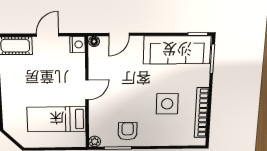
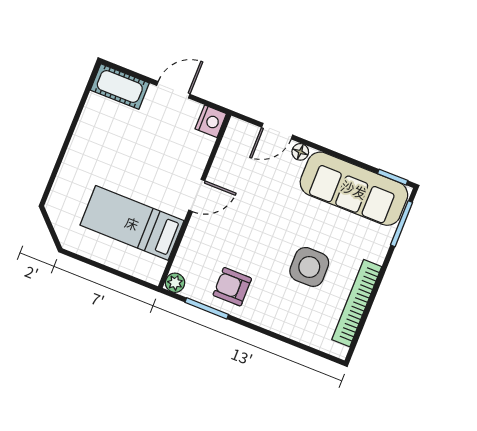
floor lamp: (94, 41) -> (300, 152), moved
armchair: (128, 131) -> (232, 287), turned -90

